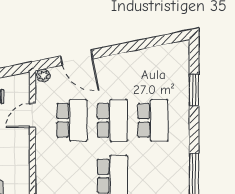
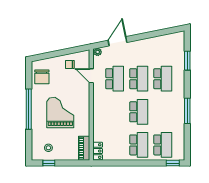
door: (77, 57) -> (118, 41), swing flipped
door: (33, 115) -> (91, 76), hinge flipped

